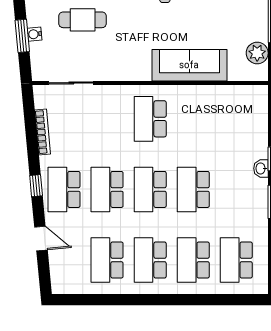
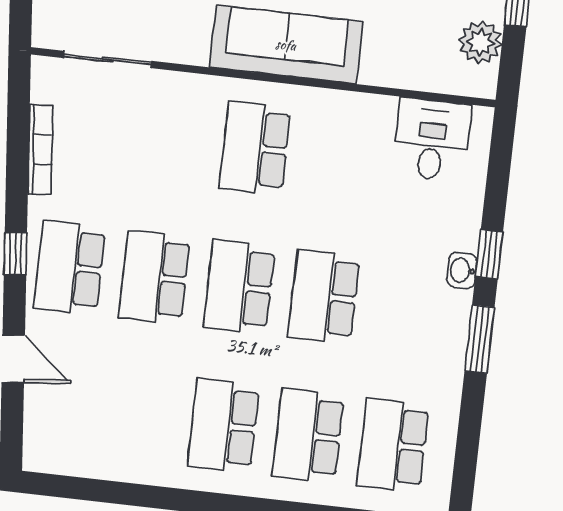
sofa: (189, 65) -> (286, 45), moved
desk: (238, 105) -> (432, 139), added
school desk: (107, 260) -> (139, 416), removed

